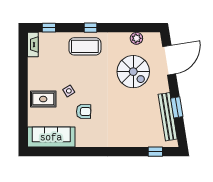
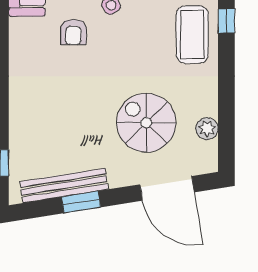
window: (90, 28) -> (226, 21), moved
spiral stairs: (133, 72) -> (146, 123), turned 90

